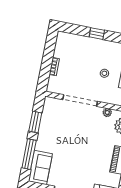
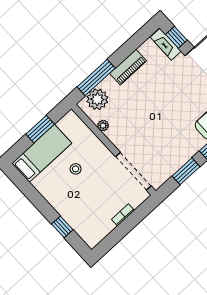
window: (97, 34) -> (62, 227), moved
doorway: (80, 100) -> (133, 171), moved

